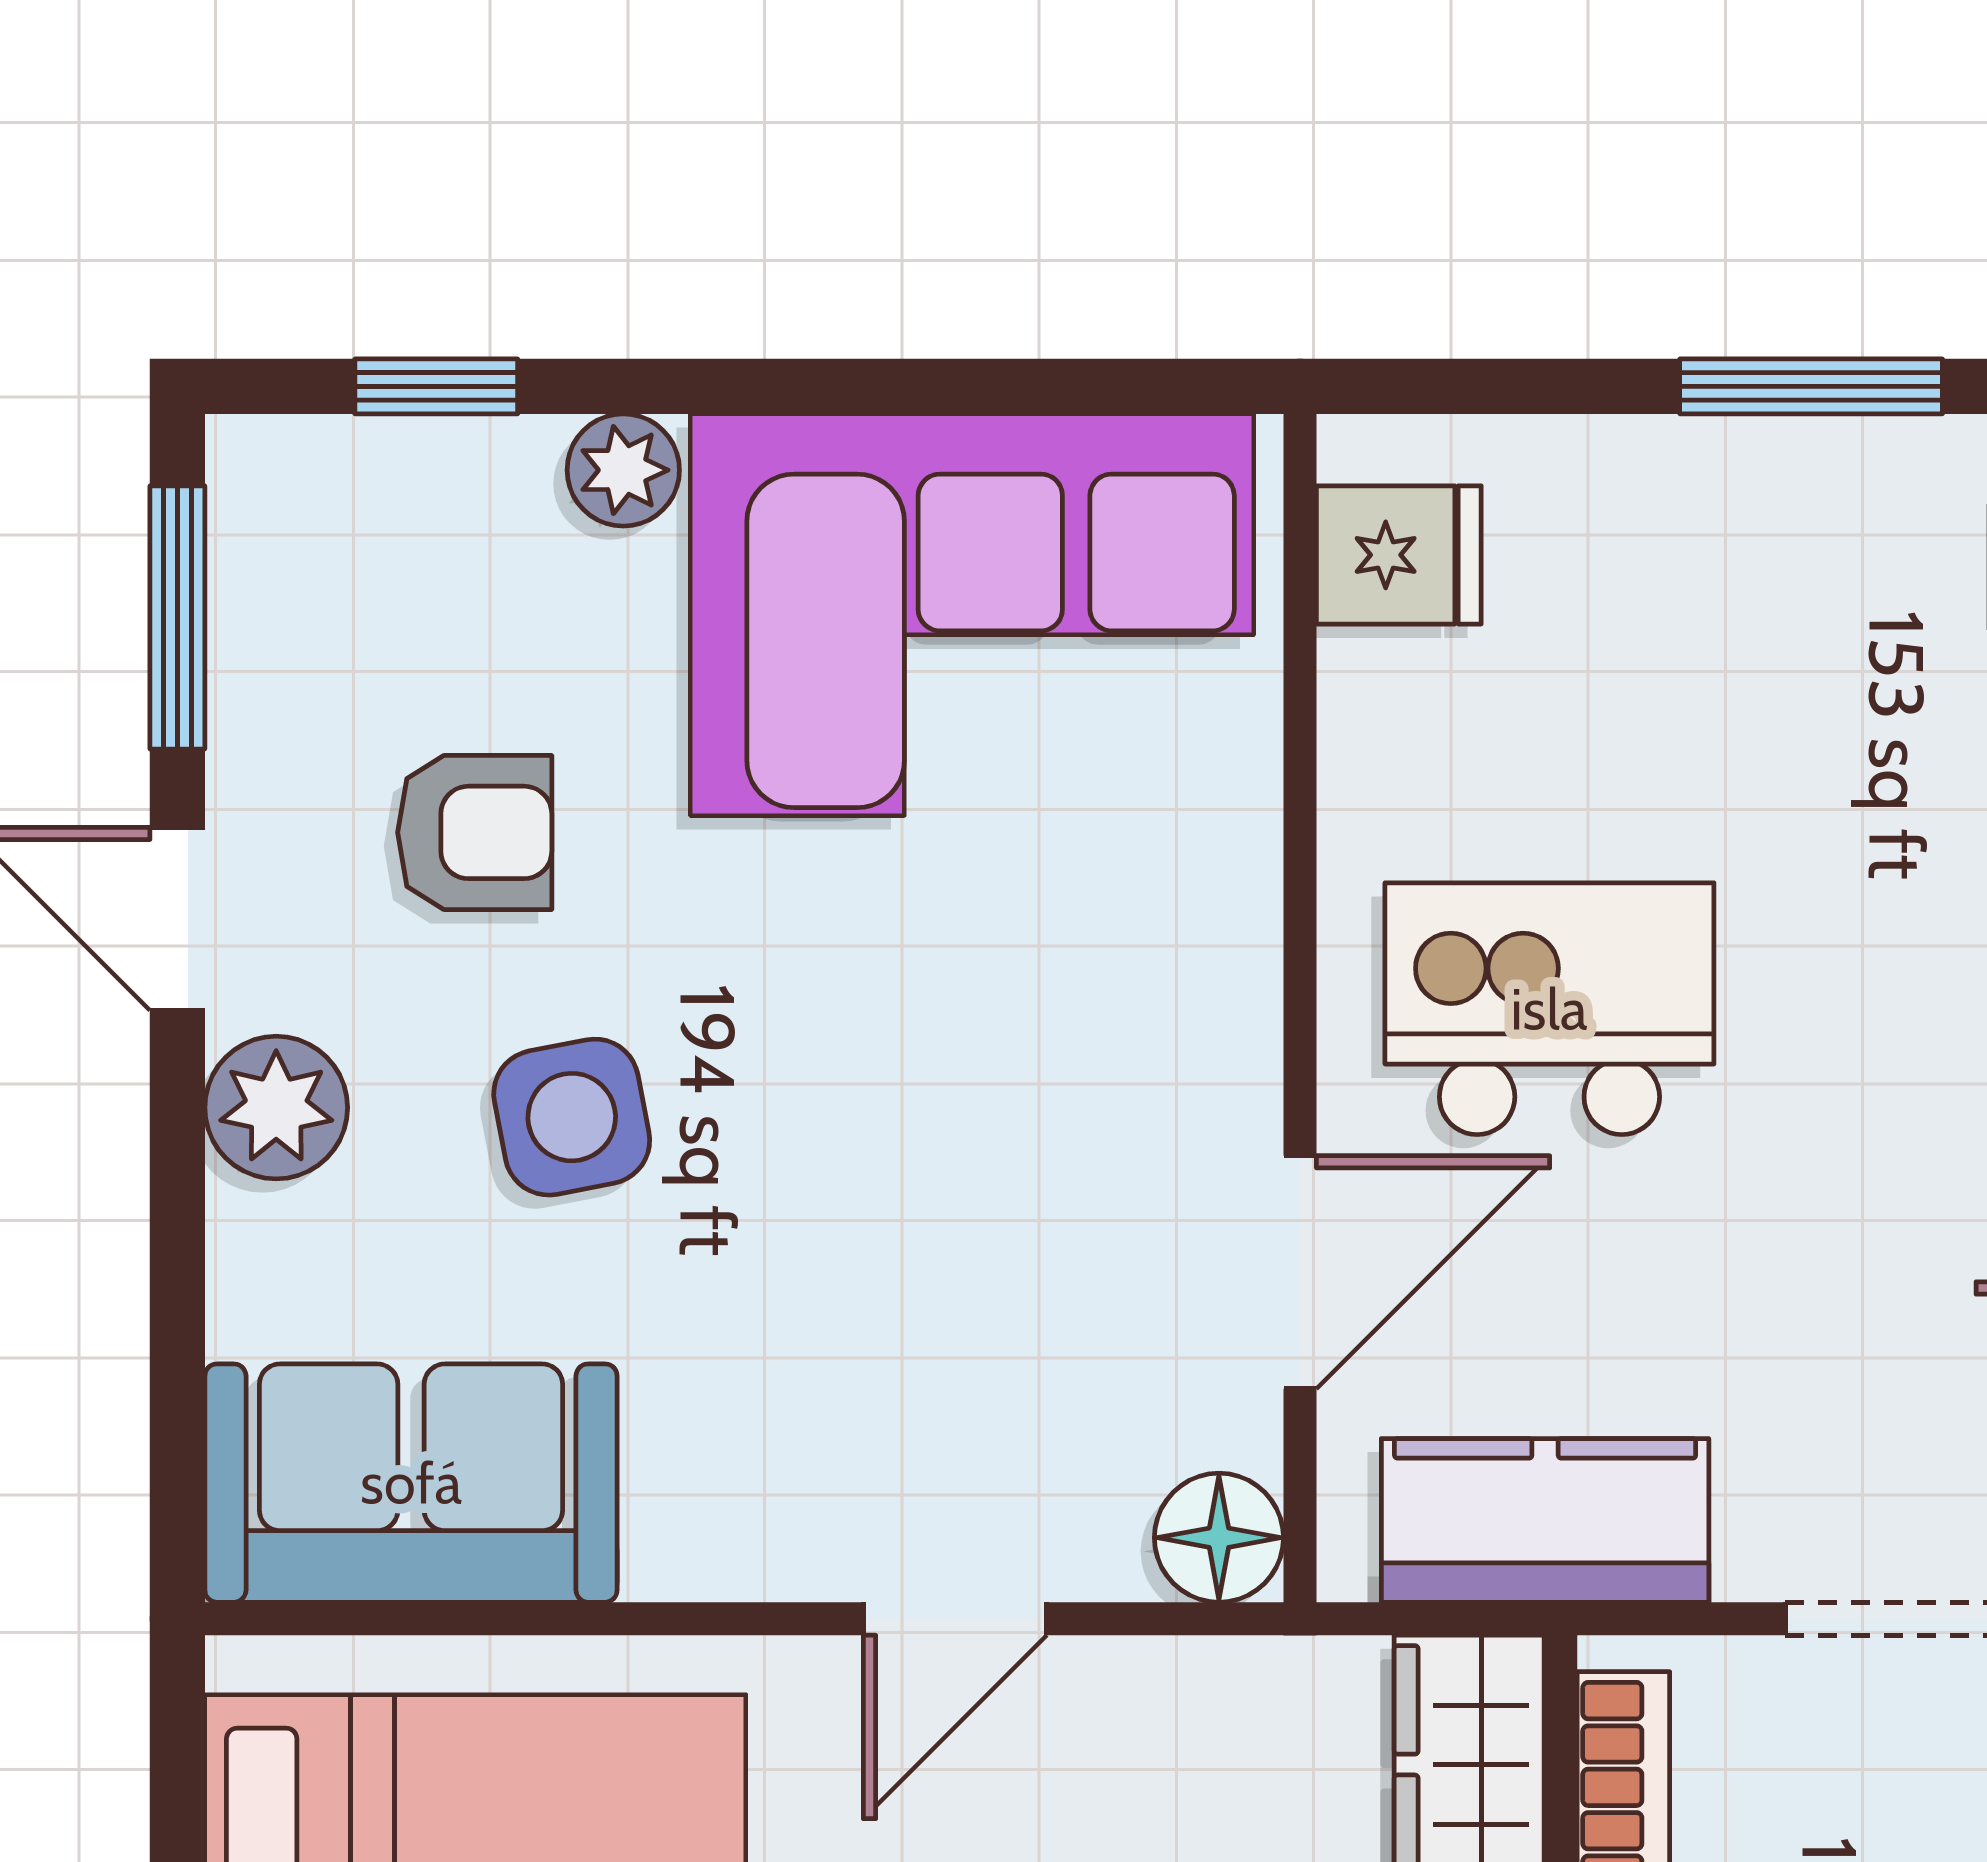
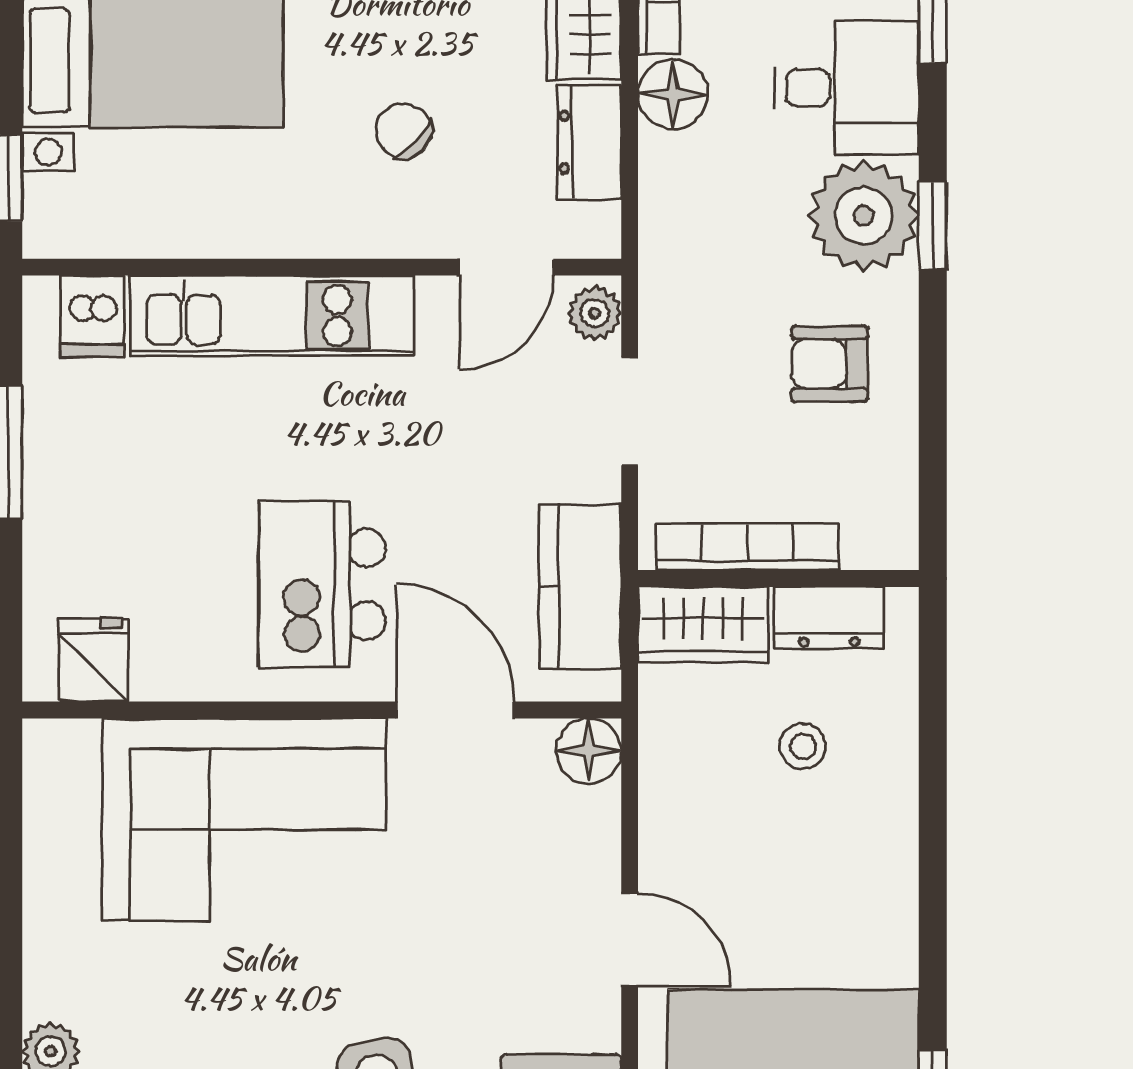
corner sofa: (972, 615) -> (244, 820), moved, turned 90
door: (955, 1619) -> (630, 940), moved

